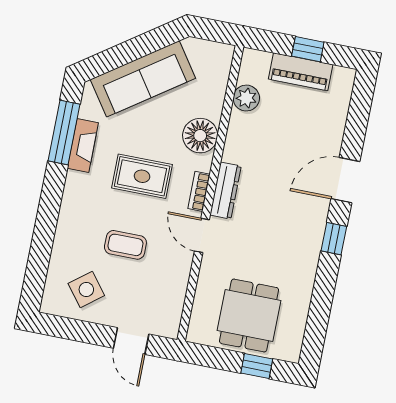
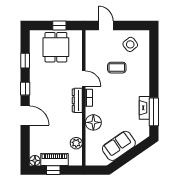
floor lamp: (344, 78) -> (35, 161), added
sofa: (143, 79) -> (119, 146), width x0.73
rug: (142, 176) -> (115, 99), removed
door: (345, 180) -> (25, 116), hinge flipped
window: (322, 299) -> (25, 61), added
window: (257, 366) -> (59, 26), moved

